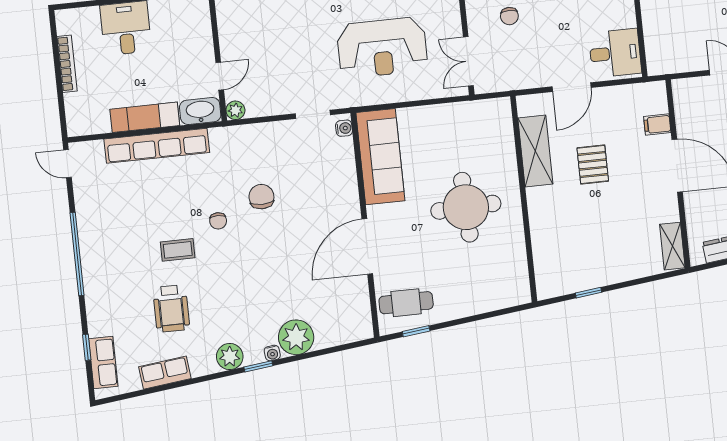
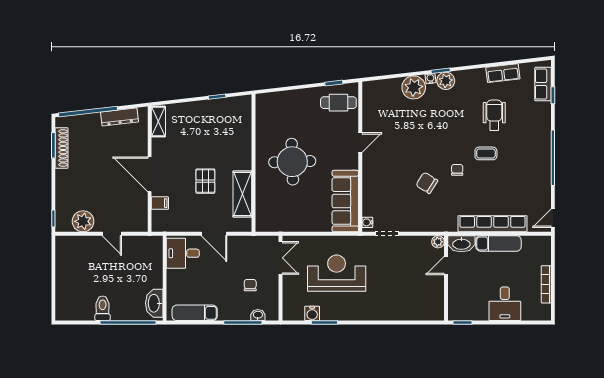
door: (572, 87) -> (214, 234), swing flipped
door: (67, 164) -> (553, 218), swing flipped
chair: (261, 197) -> (427, 183), turned 122
door: (367, 246) -> (360, 143), width x0.53
plant: (230, 357) -> (446, 81), moved

